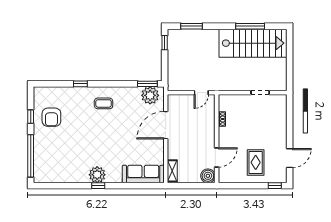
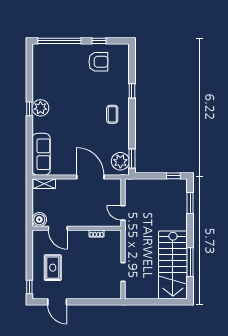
armchair: (51, 117) -> (98, 62), turned 180
rug: (256, 162) -> (53, 268), turned 90

